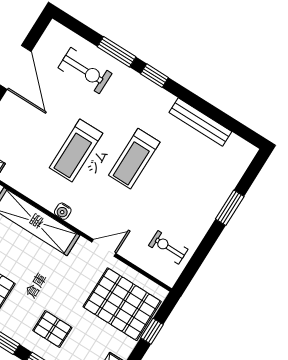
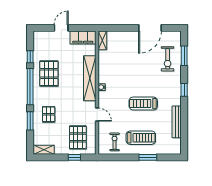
window: (117, 52) -> (184, 56), moved
treadmill: (76, 151) -> (141, 138), moved, turned 180
pallet: (122, 304) -> (78, 137), width x0.73, depth x0.71

